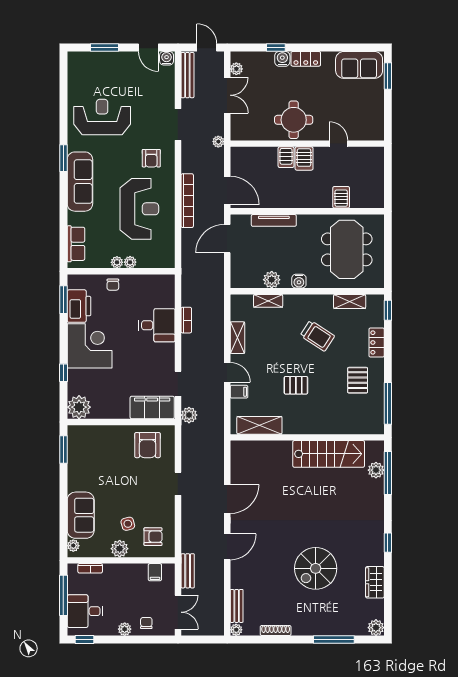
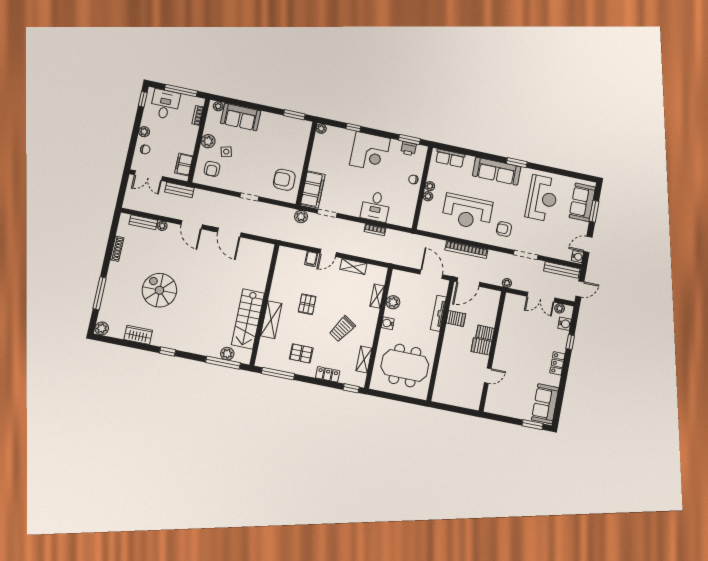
water cooler: (282, 59) -> (565, 324), moved
sofa: (96, 65) -> (582, 202), added
round table: (294, 120) -> (513, 344), removed
server rack: (341, 197) -> (456, 318), moved
printer: (79, 306) -> (409, 149), width x0.53, depth x0.68
plant: (79, 407) -> (321, 129), width x0.53, depth x0.53
shelving: (259, 425) -> (271, 320), moved
filing cabinet: (155, 572) -> (184, 164), width x2.00
plant: (236, 630) -> (162, 226), moved

